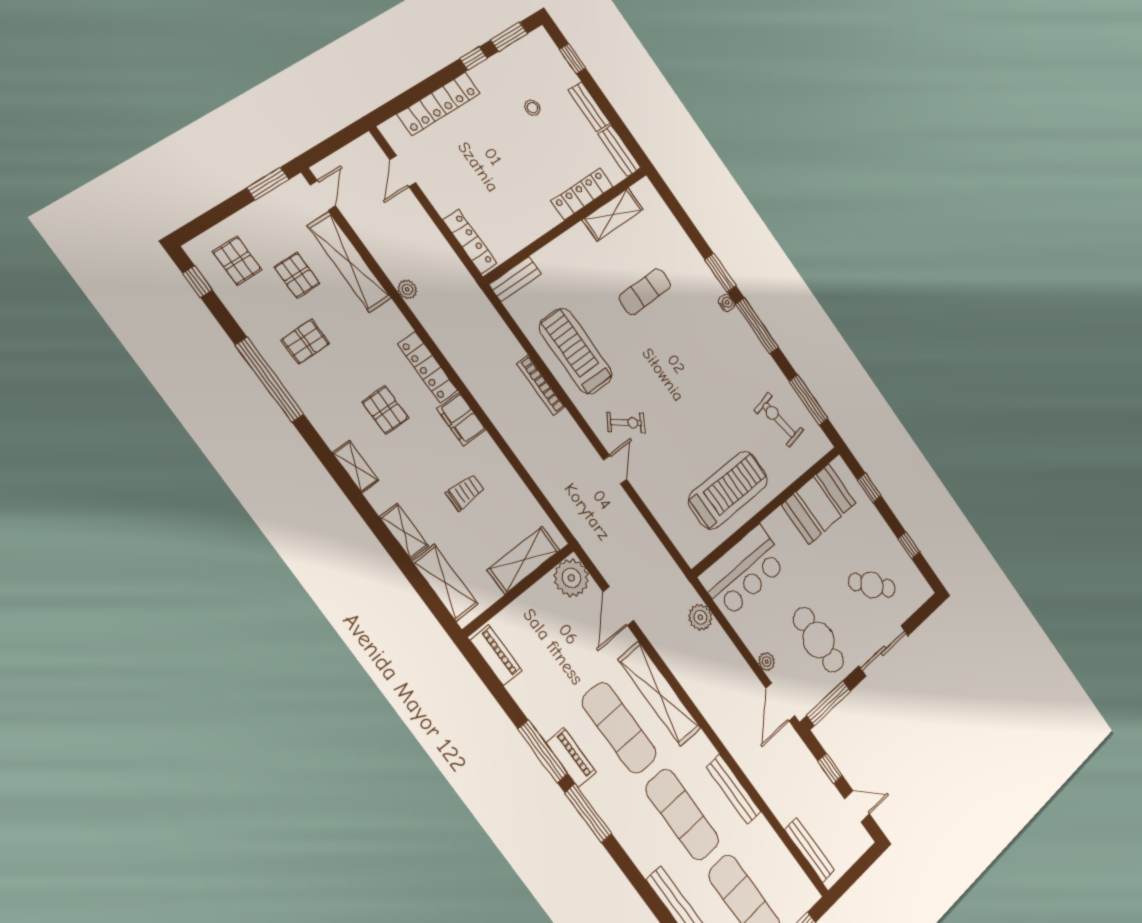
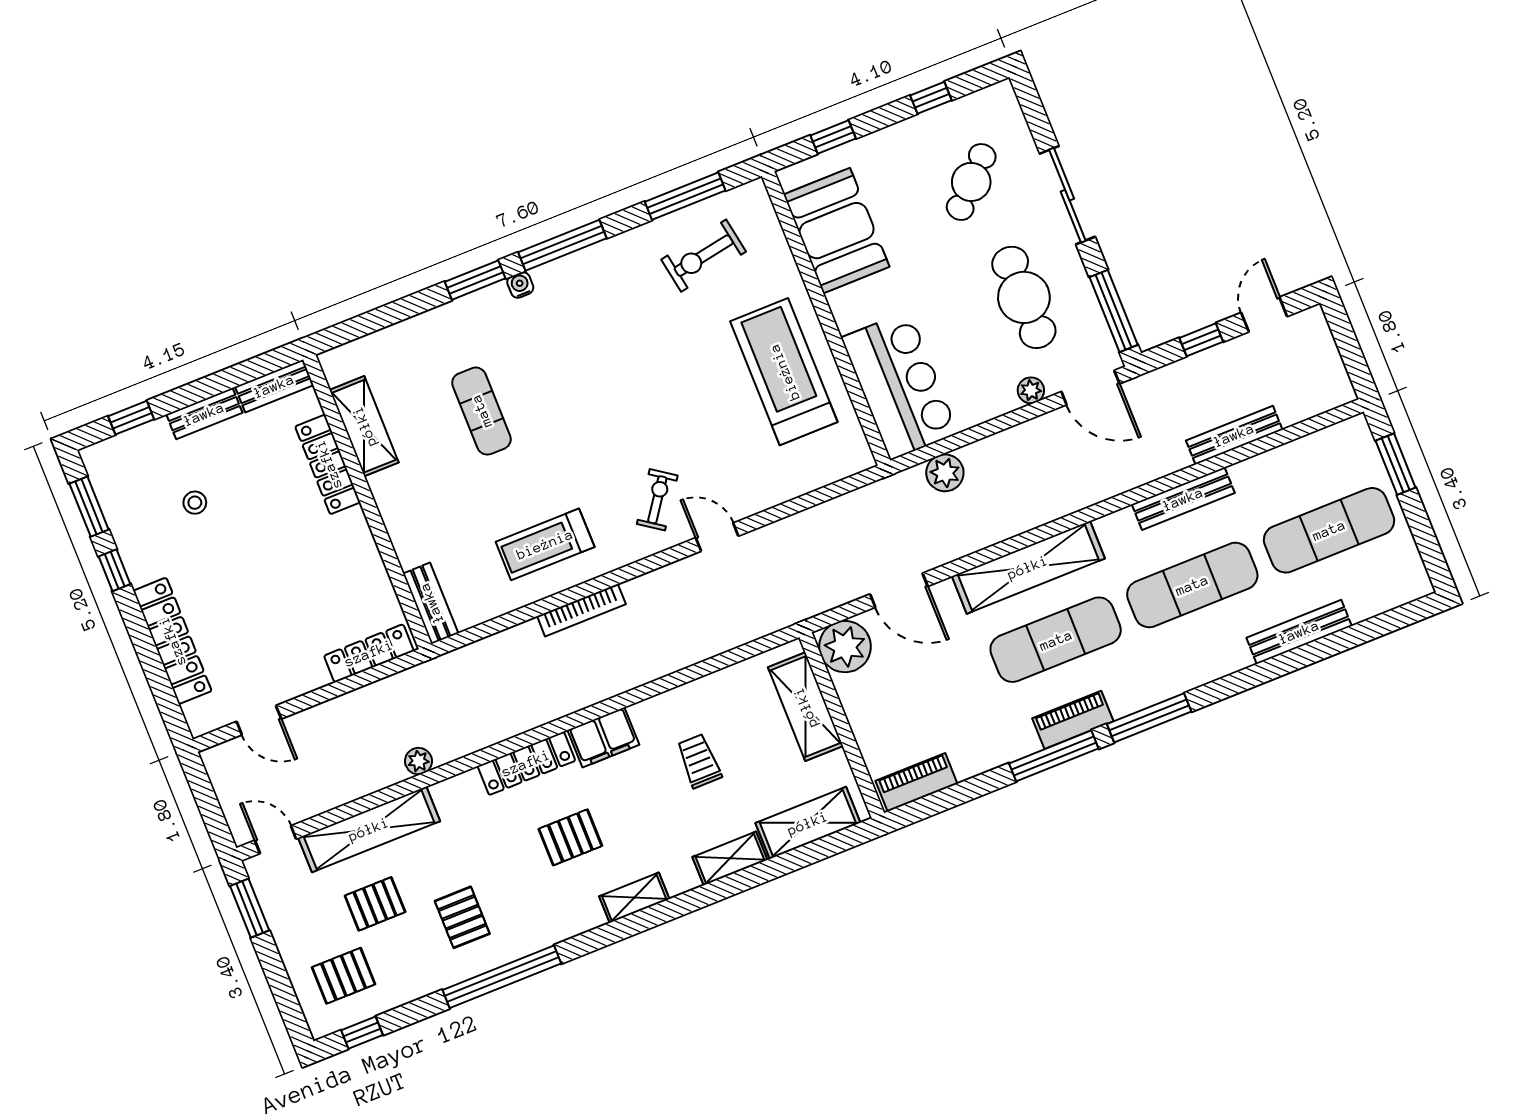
treadmill: (576, 351) -> (545, 544), width x0.73, depth x0.73
cafe table: (818, 640) -> (1024, 297), turned 90
bench: (809, 850) -> (1234, 435), moved

